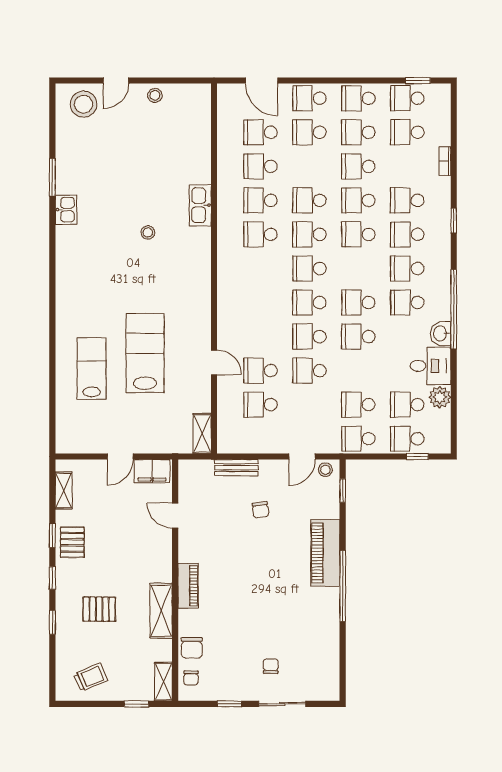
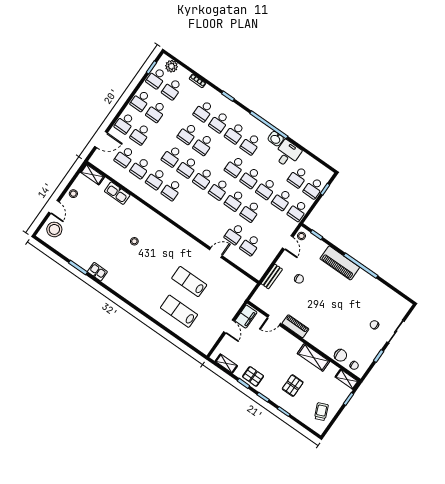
school desk: (358, 166) -> (266, 189), moved
kitchen sink: (200, 205) -> (117, 193), moved
lab bench: (145, 353) -> (189, 282), width x0.73, depth x0.72
plant: (440, 397) -> (171, 66), moved
shelving: (202, 433) -> (92, 174), moved
piano: (188, 586) -> (295, 326), moved

